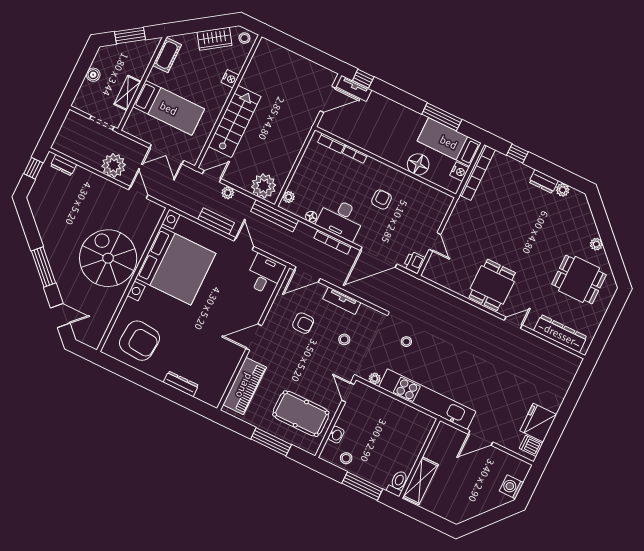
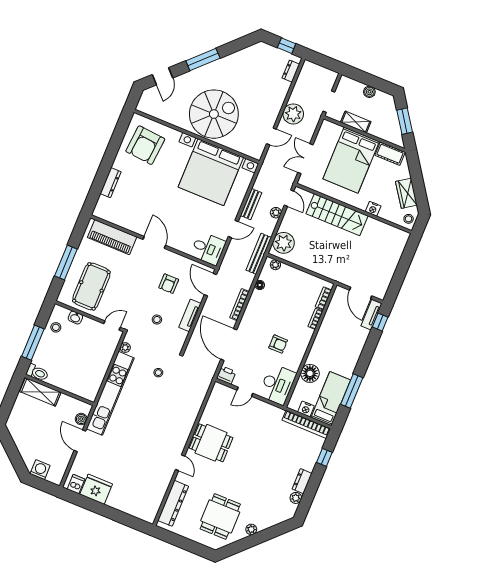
bed: (169, 108) -> (351, 160), width x1.50
desk: (341, 219) -> (278, 385), moved, turned 180
boiler: (455, 435) -> (81, 419), added

